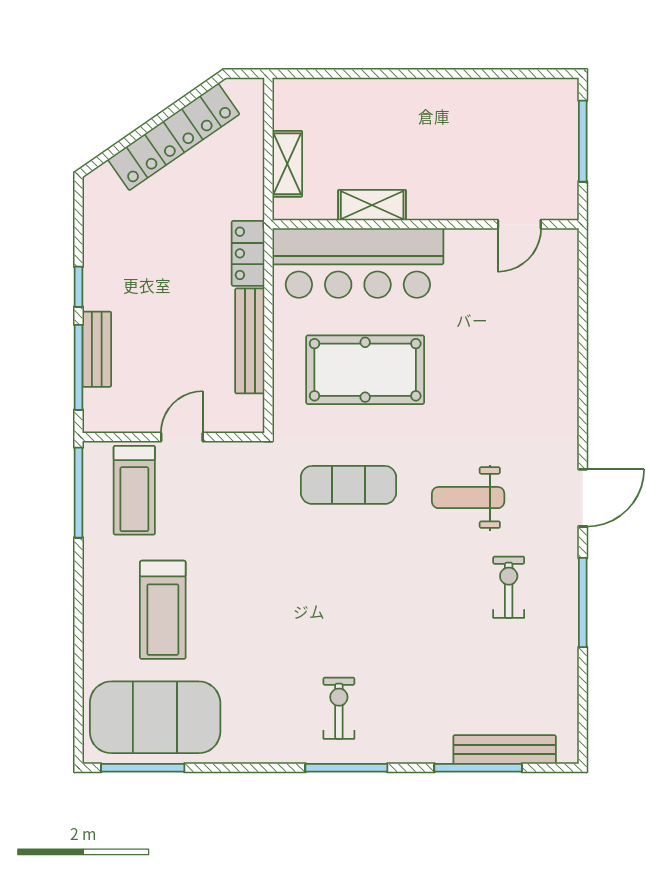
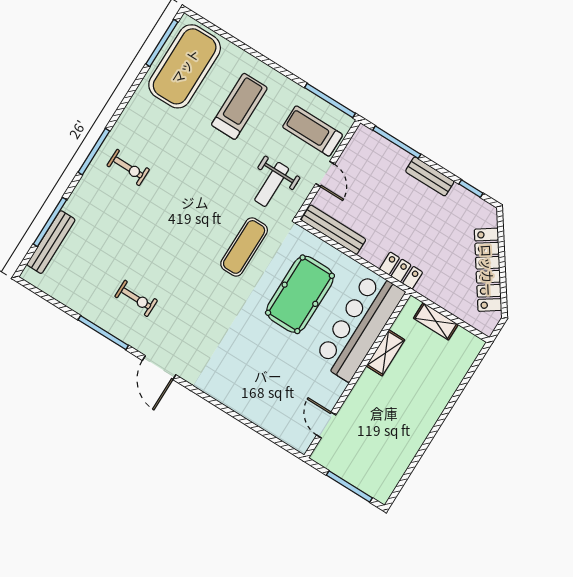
window: (79, 287) -> (471, 189), moved
bench: (250, 341) -> (333, 230), moved
bench: (97, 349) -> (430, 176), moved
weight bench: (468, 498) -> (272, 184), moved, turned 180
treadmill: (163, 610) -> (239, 106), turned 90

